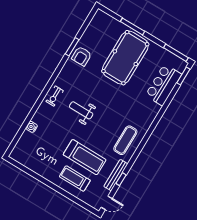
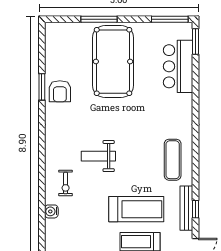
exercise bike: (55, 96) -> (66, 183), moved

